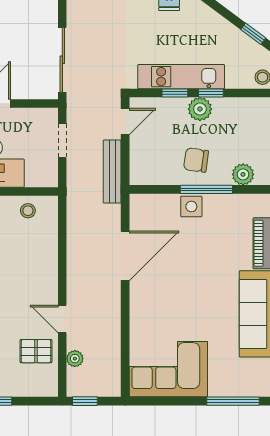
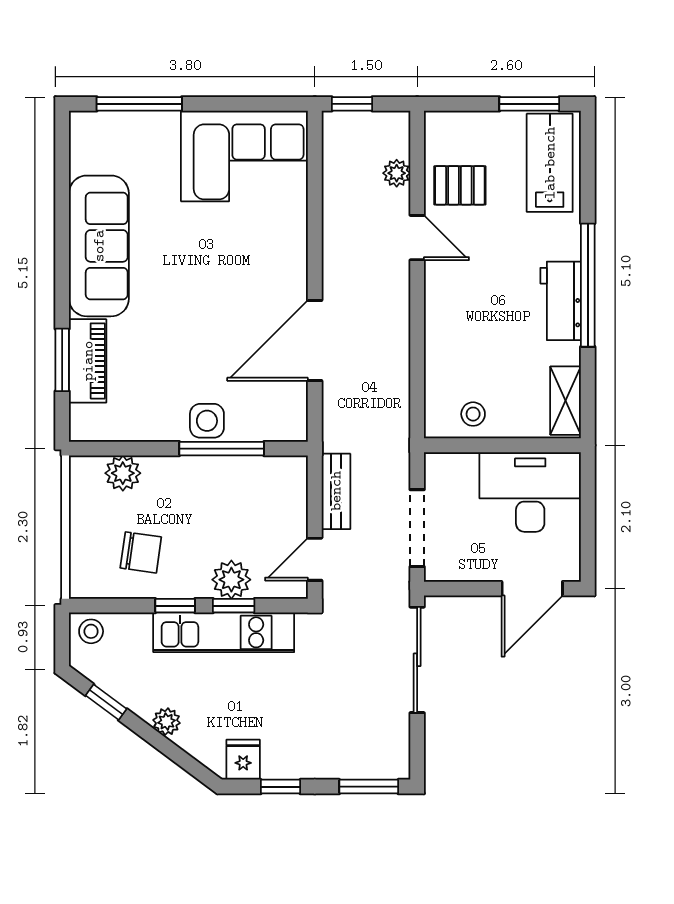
plant: (216, 22) -> (167, 722), added
plant: (200, 109) -> (231, 580), moved
doorway: (62, 141) -> (417, 528), width x1.38
chair: (196, 160) -> (141, 552), moved
bench: (112, 172) -> (336, 491), width x0.73
window: (206, 189) -> (222, 449), moved
window: (85, 401) -> (352, 104), moved

